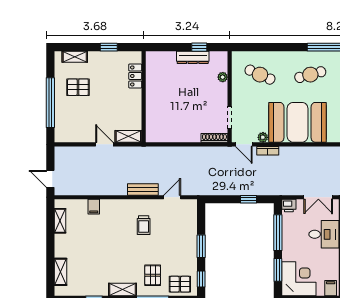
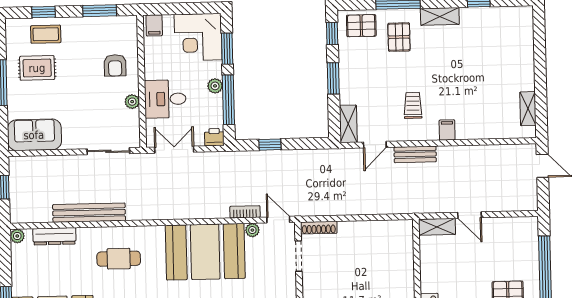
filing cabinet: (94, 207) -> (447, 130), moved
plant: (287, 243) -> (215, 86), added
shelving: (61, 272) -> (348, 124), moved

